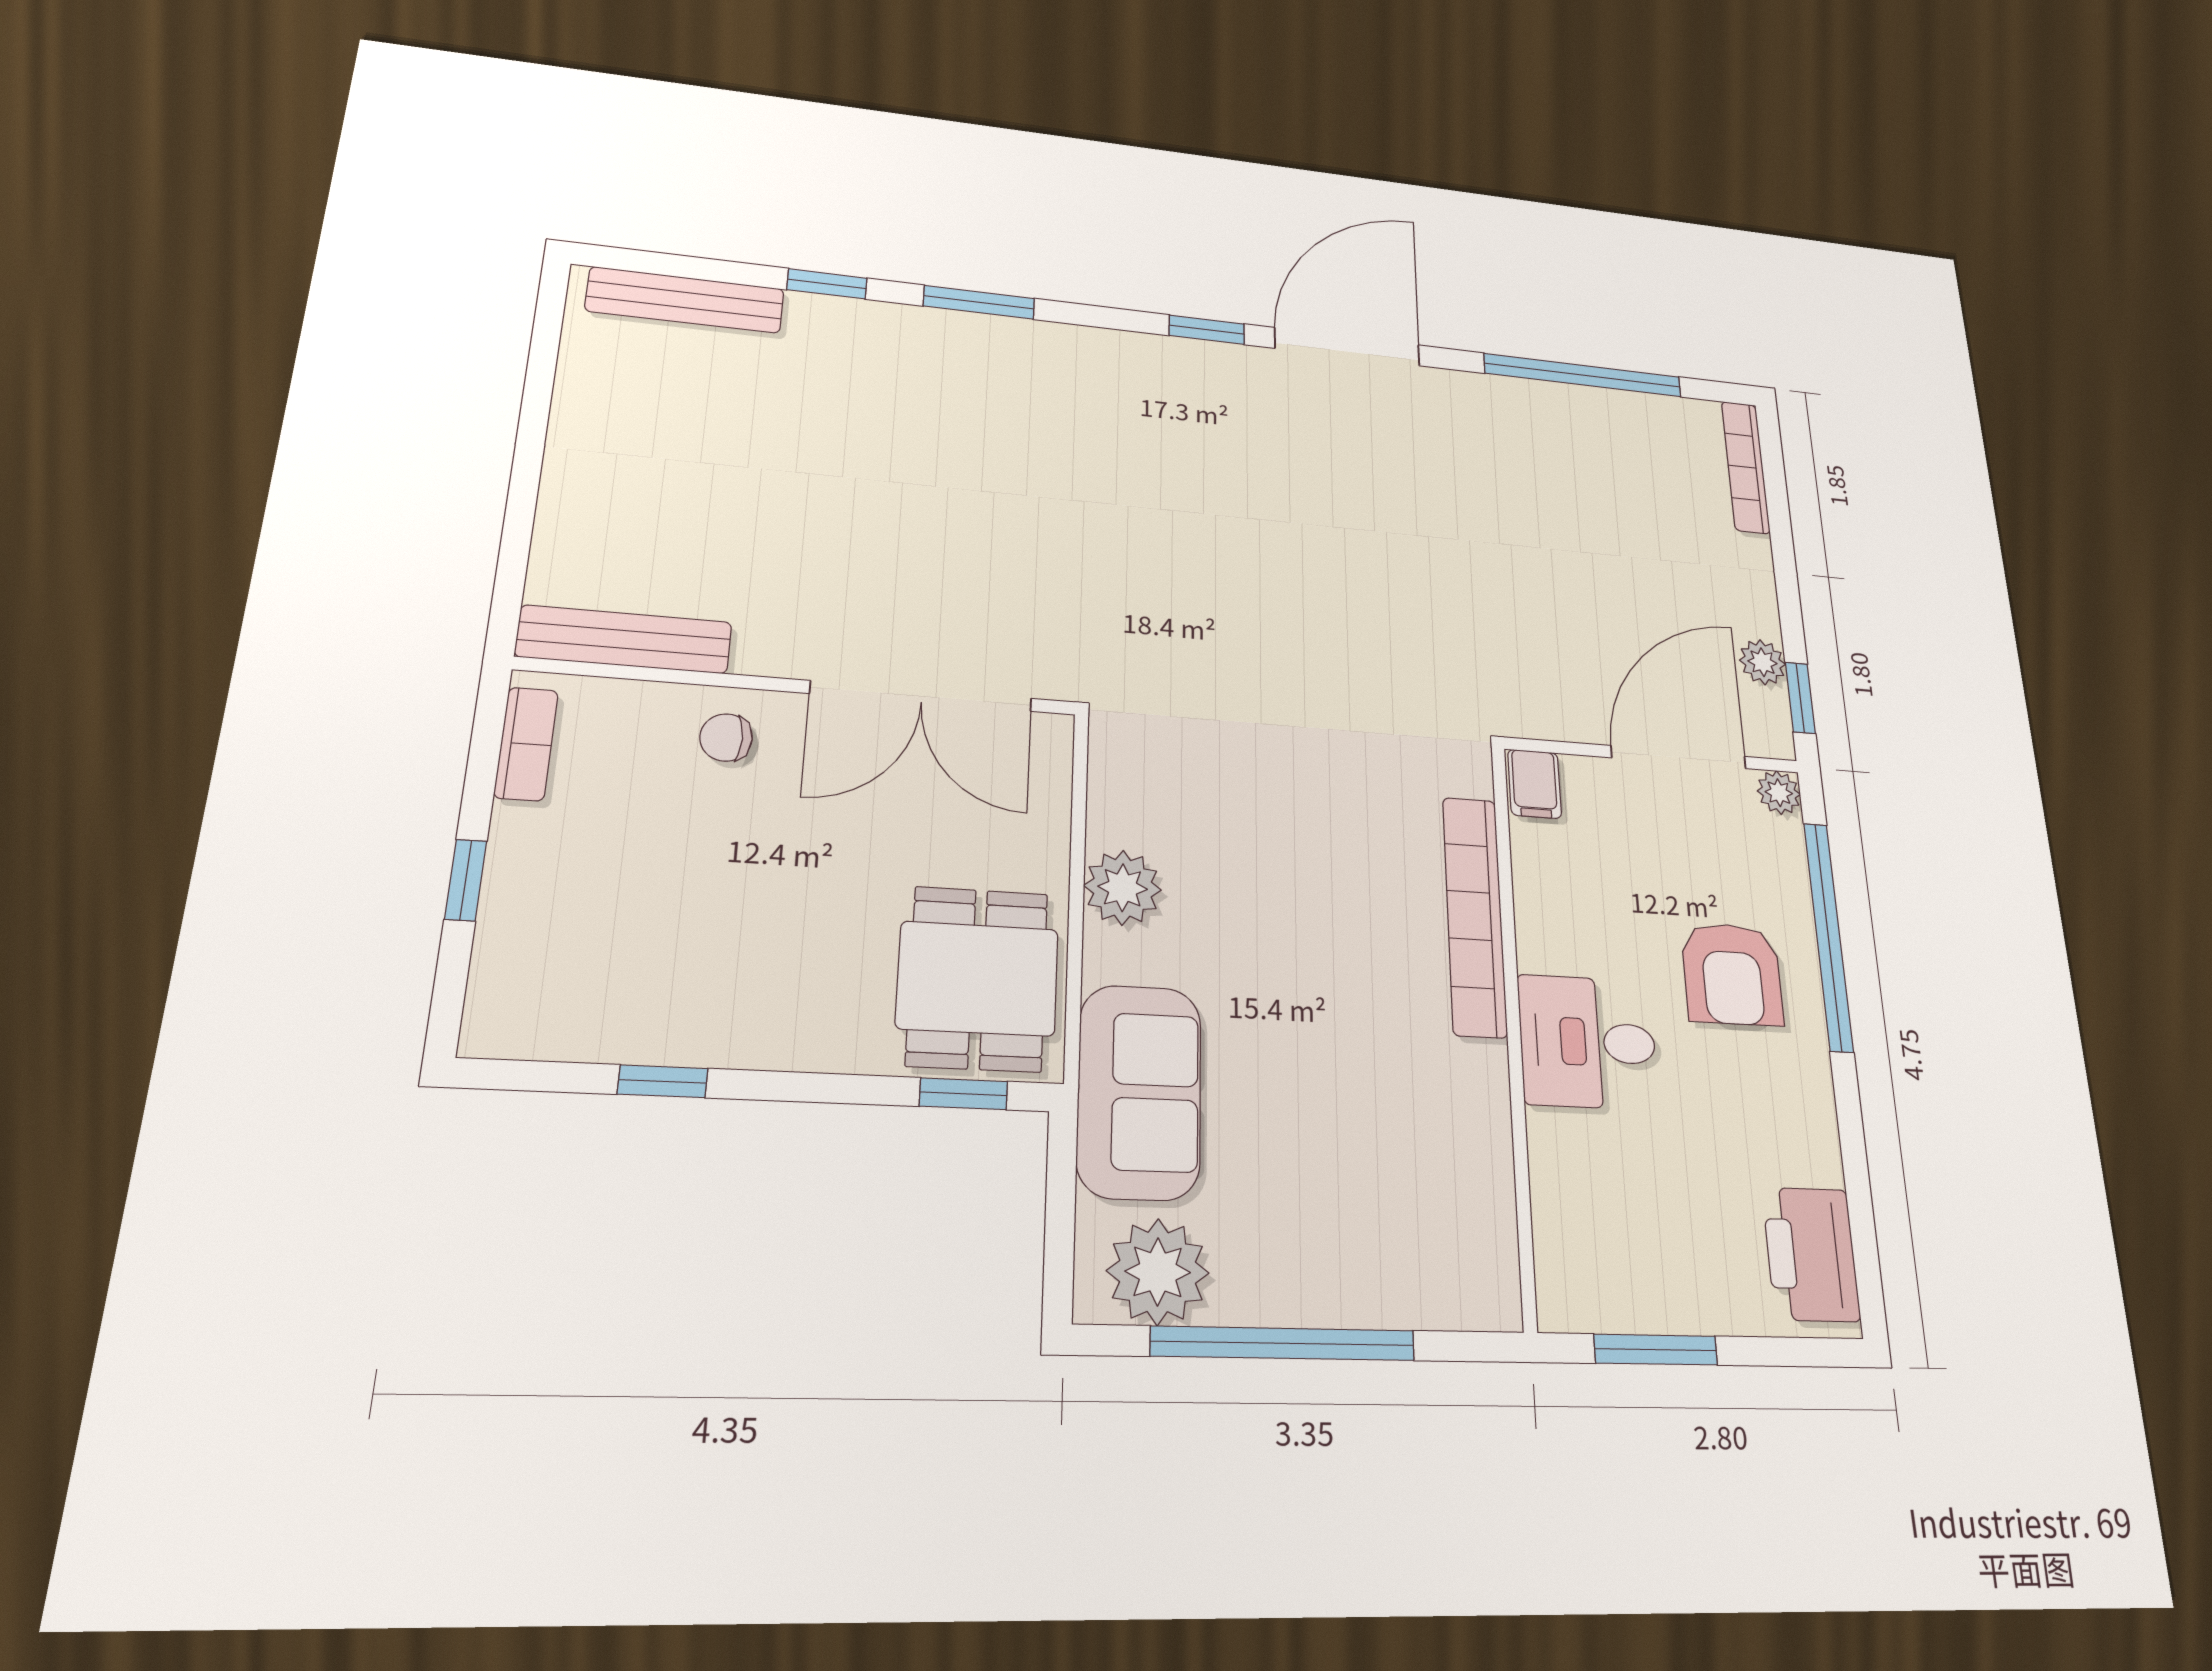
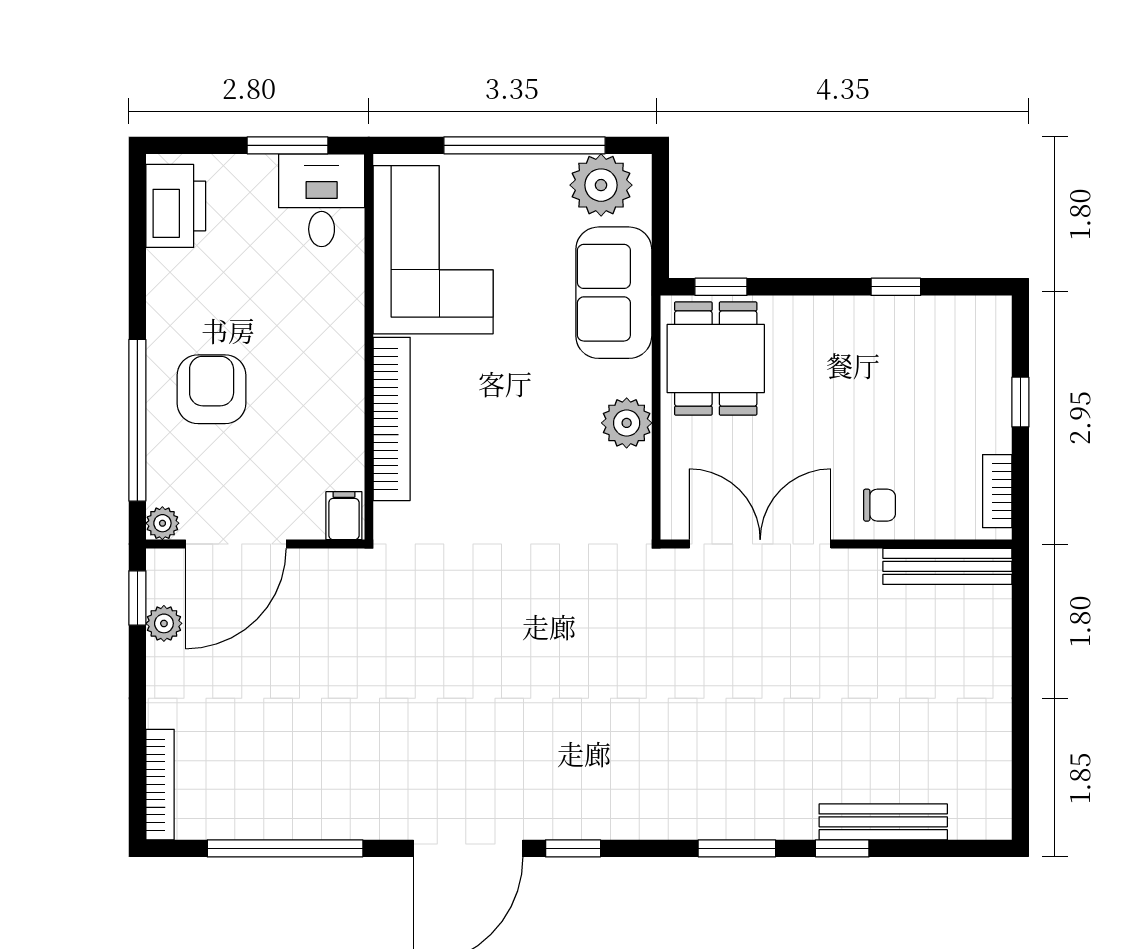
bench: (685, 300) -> (883, 822), moved
desk: (1588, 1042) -> (322, 200), moved, turned -90
corner sofa: (1424, 1172) -> (433, 250), added

